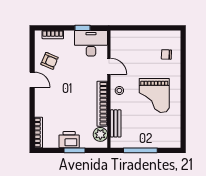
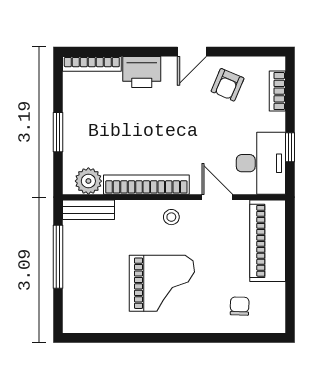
piano: (132, 40) -> (268, 241), added
door: (109, 66) -> (217, 197), swing flipped
grand piano: (154, 96) -> (162, 283), turned 180
bench: (116, 123) -> (89, 210), moved
printer: (69, 140) -> (142, 72), moved, turned 90

